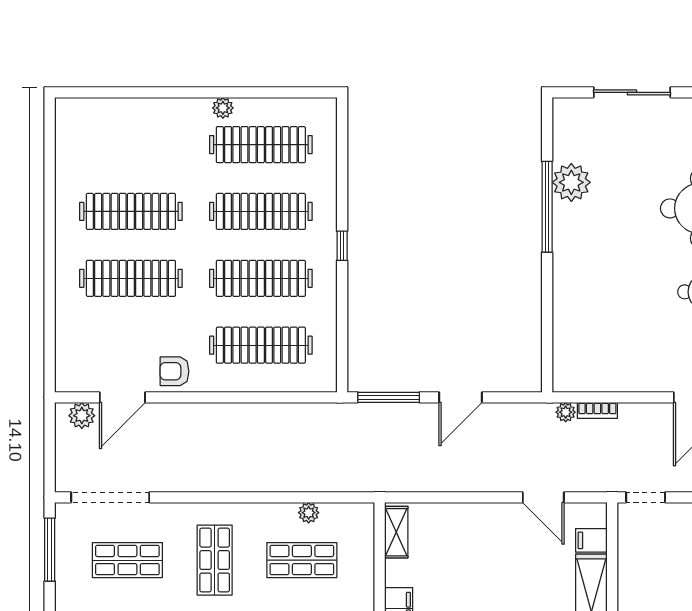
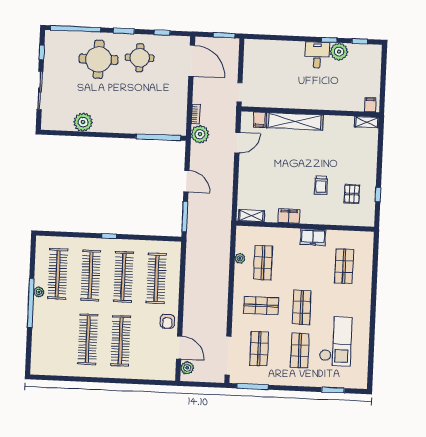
window: (199, 92) -> (31, 303), added
window: (547, 207) -> (158, 137), moved
plant: (566, 412) -> (200, 134), width x1.88, depth x1.88

